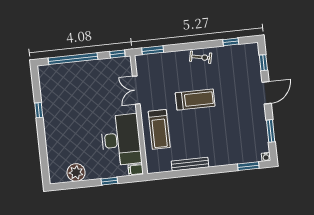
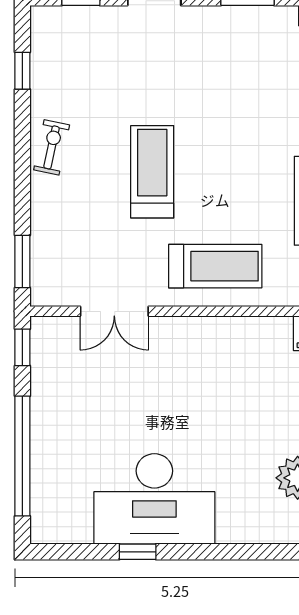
desk: (121, 140) -> (154, 499), moved, turned 180

